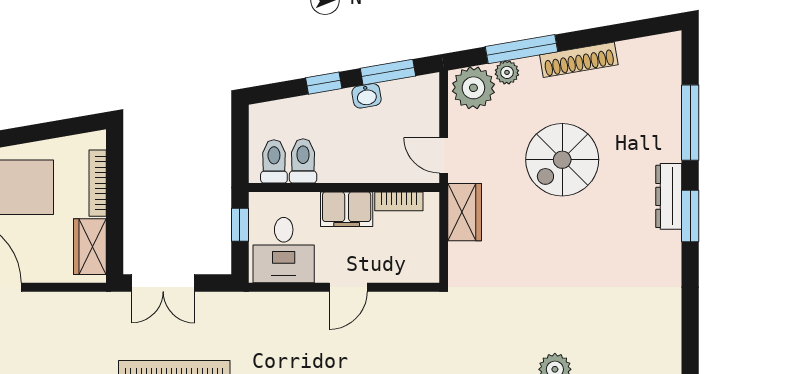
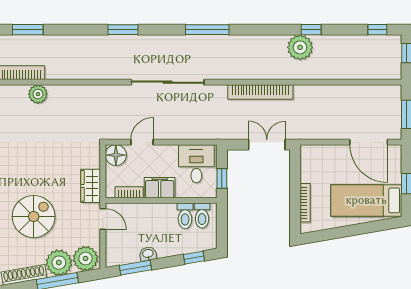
plant: (507, 72) -> (59, 263), width x1.87, depth x1.87
window: (324, 83) -> (194, 258), moved
wardrobe: (90, 247) -> (310, 166), removed
floor lamp: (421, 265) -> (116, 155), added
door: (348, 287) -> (142, 142), moved

